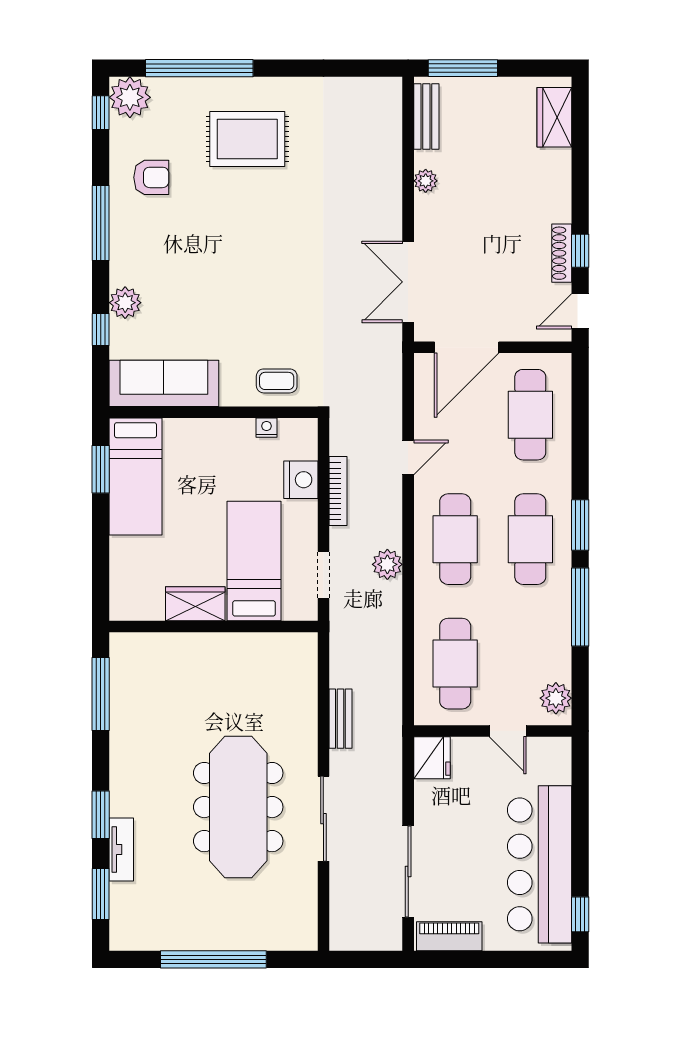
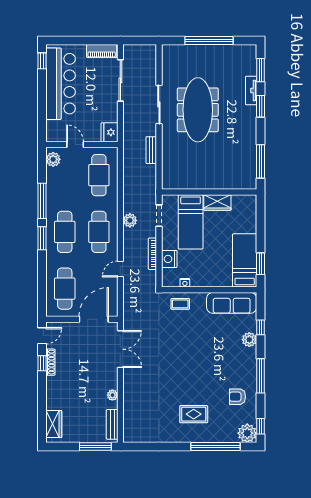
rug: (247, 139) -> (194, 414), width x0.73, depth x0.70

